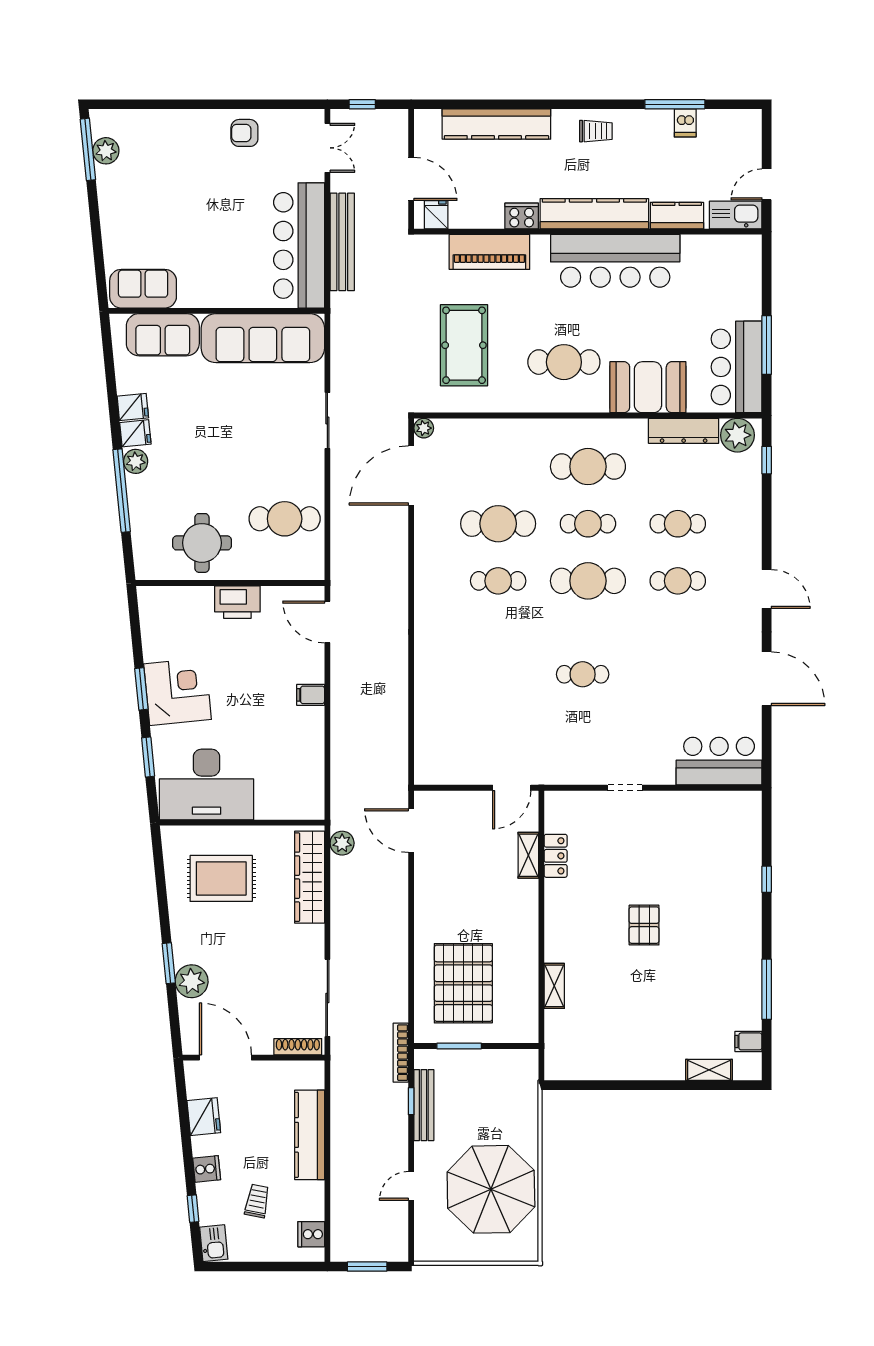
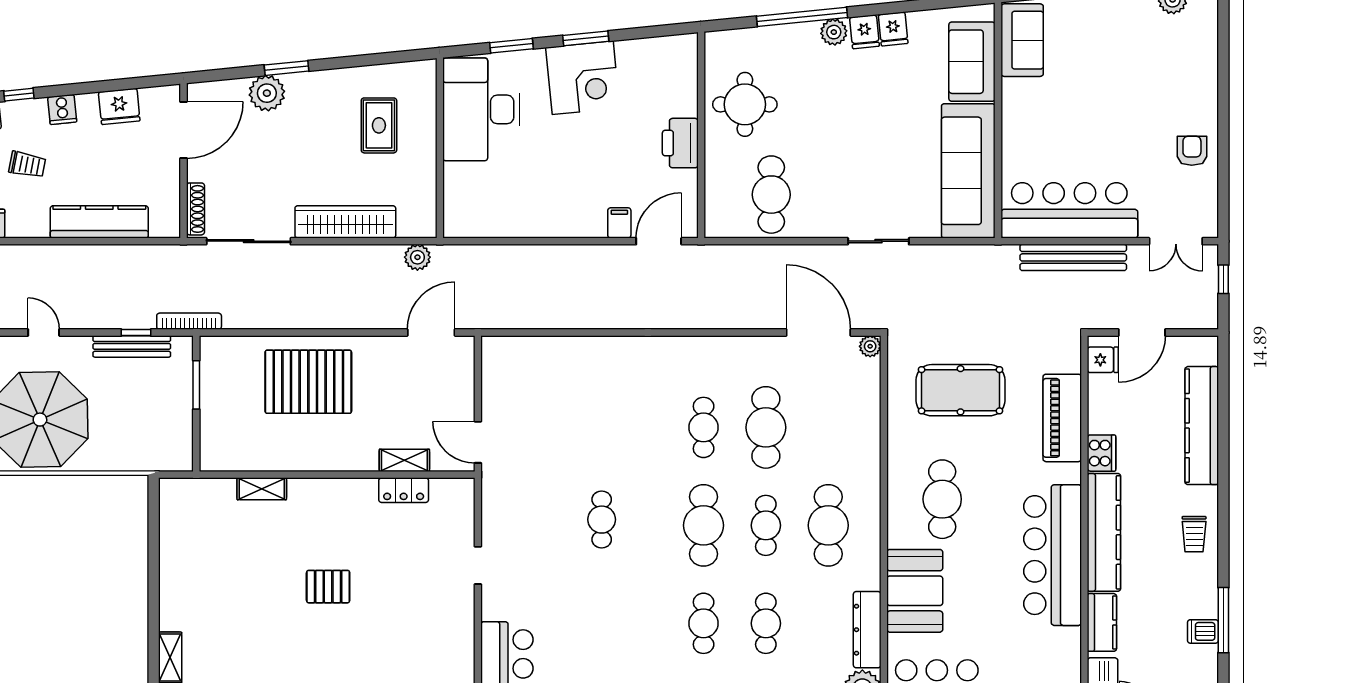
filing cabinet: (311, 695) -> (619, 223), moved
wardrobe: (310, 877) -> (345, 222), moved
rug: (221, 878) -> (379, 125), width x0.73, depth x0.70
pallet: (463, 983) -> (308, 382), moved

